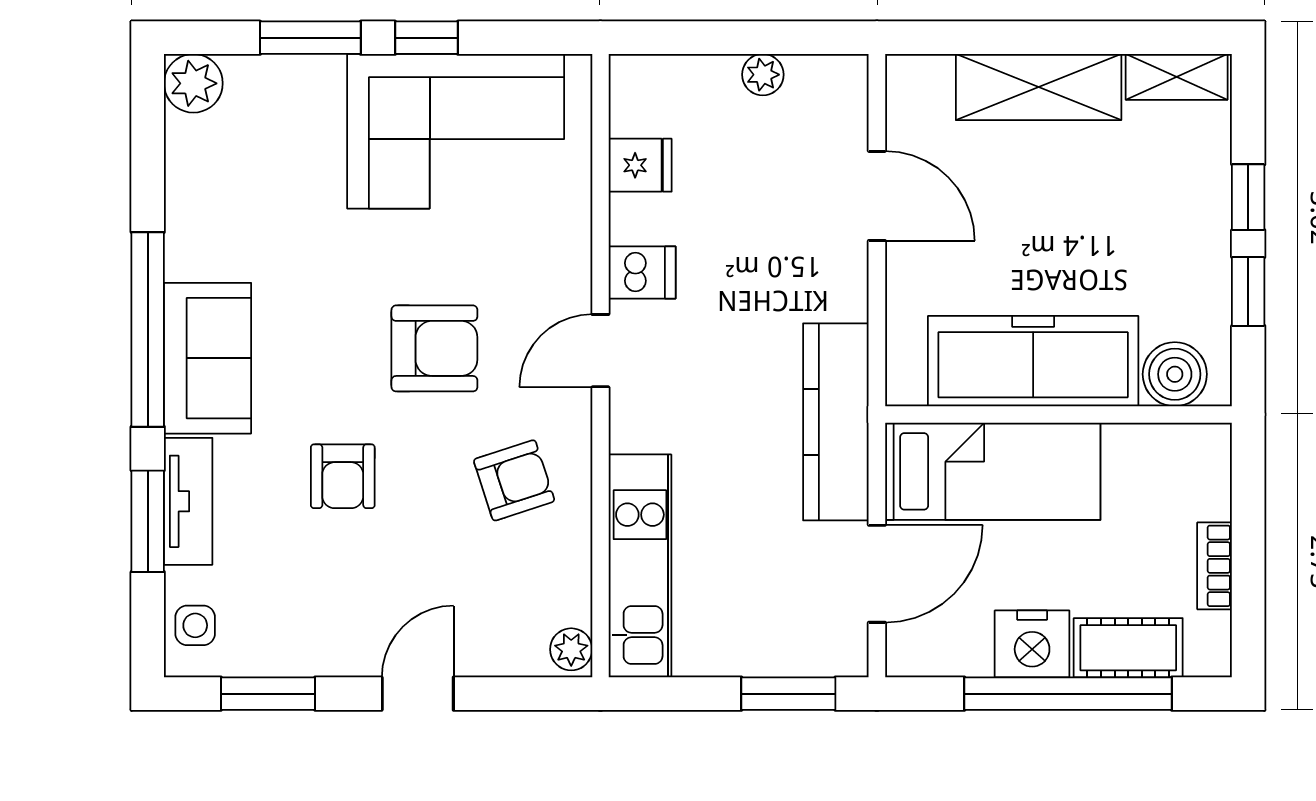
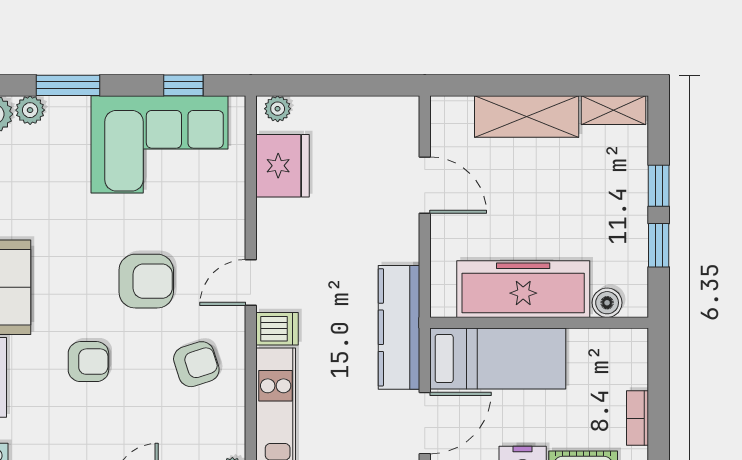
window: (426, 38) -> (183, 85), moved
plant: (763, 75) -> (278, 109), moved
plant: (250, 77) -> (30, 110), added
fridge: (640, 165) -> (282, 166), width x1.88, depth x1.34
dishwasher: (642, 273) -> (277, 329), moved
boiler: (1175, 374) -> (607, 303), width x0.73, depth x0.73
armchair: (343, 476) -> (88, 362), turned -90

